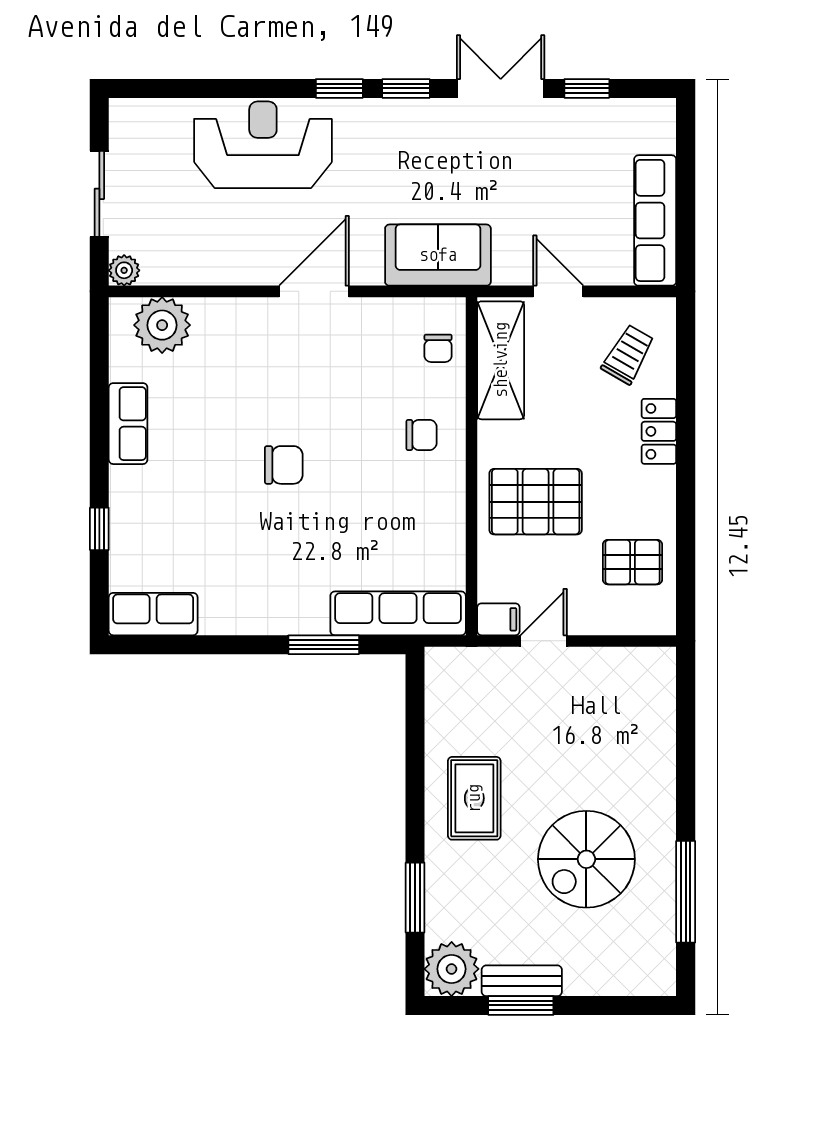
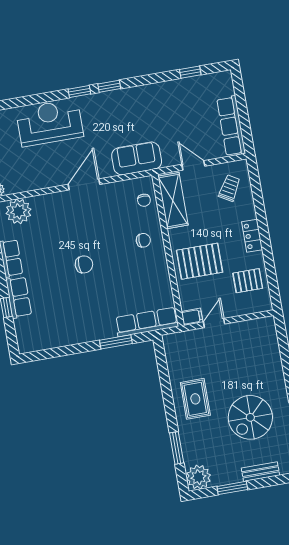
double door: (501, 88) -> (152, 79), removed
locker: (659, 431) -> (252, 236), moved
row of seats: (153, 614) -> (19, 297), moved, turned 90
bench: (522, 981) -> (260, 472), moved

